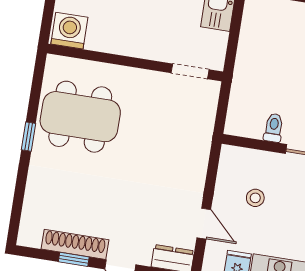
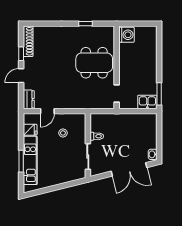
dining table: (80, 117) -> (94, 63), moved, turned 90
window: (28, 137) -> (86, 24), moved
shoe rack: (75, 244) -> (28, 41), moved

